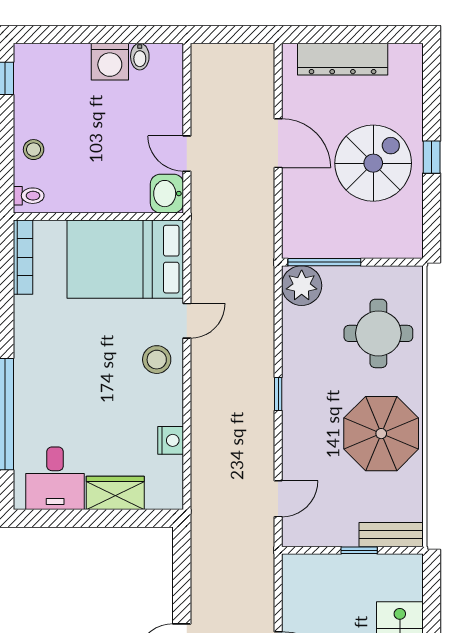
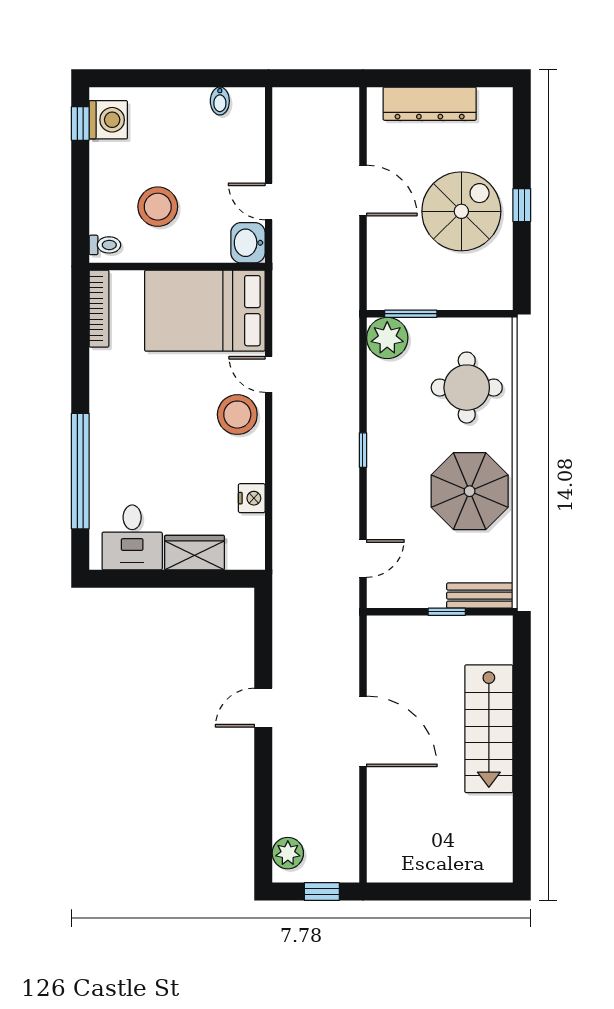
washing machine: (110, 62) -> (108, 120), moved, turned -90
stool: (34, 150) -> (158, 207), moved, width x1.89, depth x1.89
window: (324, 262) -> (411, 314), width x0.69
door: (187, 321) -> (269, 374), swing flipped
stool: (157, 360) -> (237, 415), width x1.38, depth x1.38

